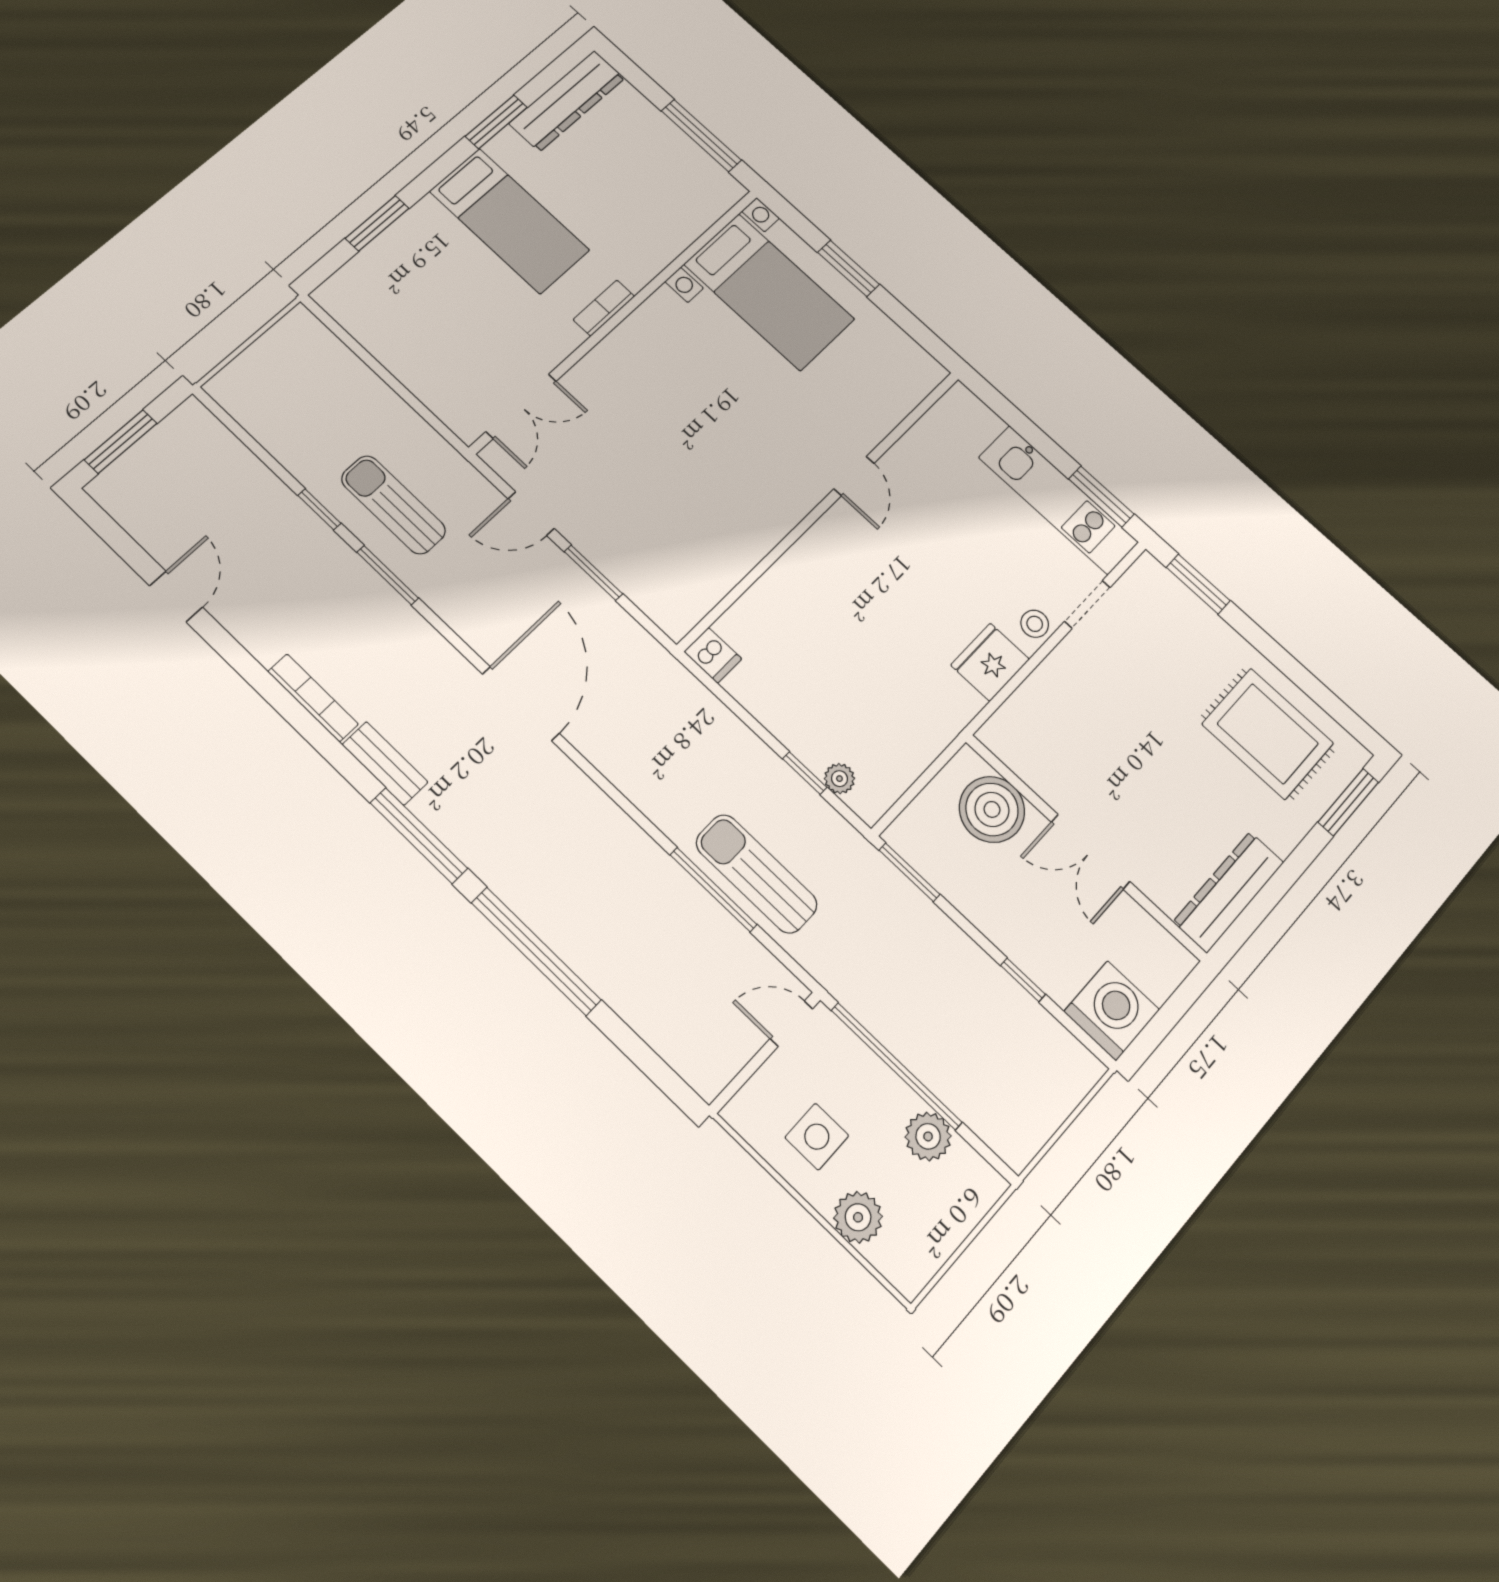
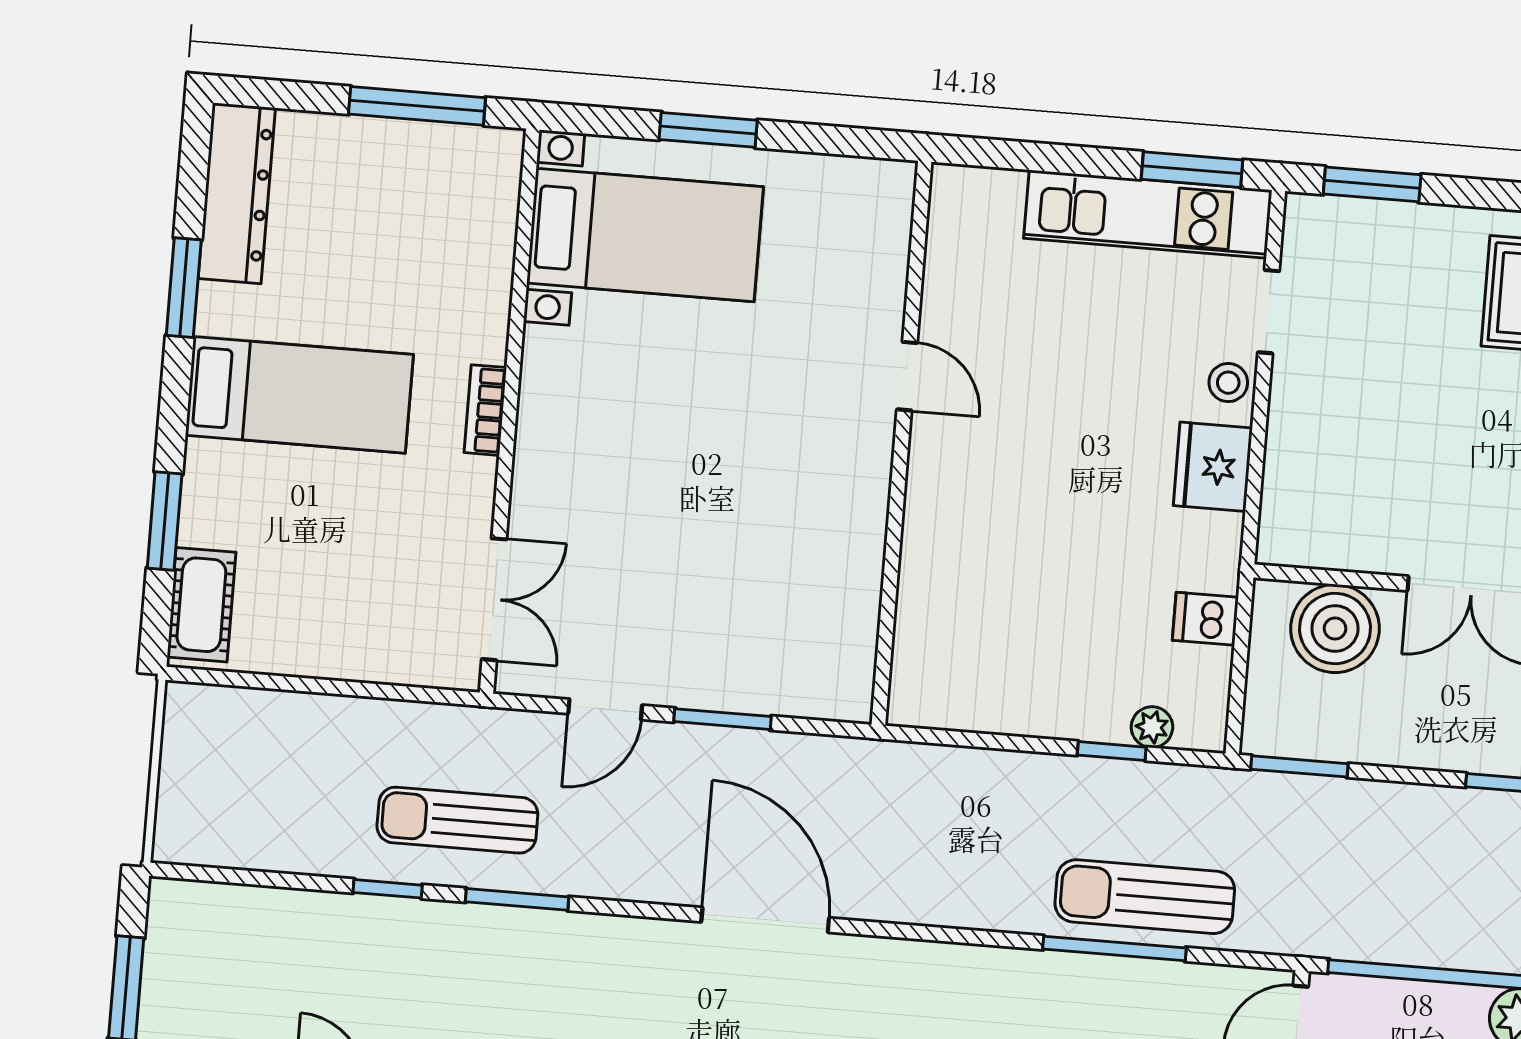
cot: (357, 280) -> (201, 605), added
dishwasher: (713, 655) -> (1205, 619), moved, turned 180

